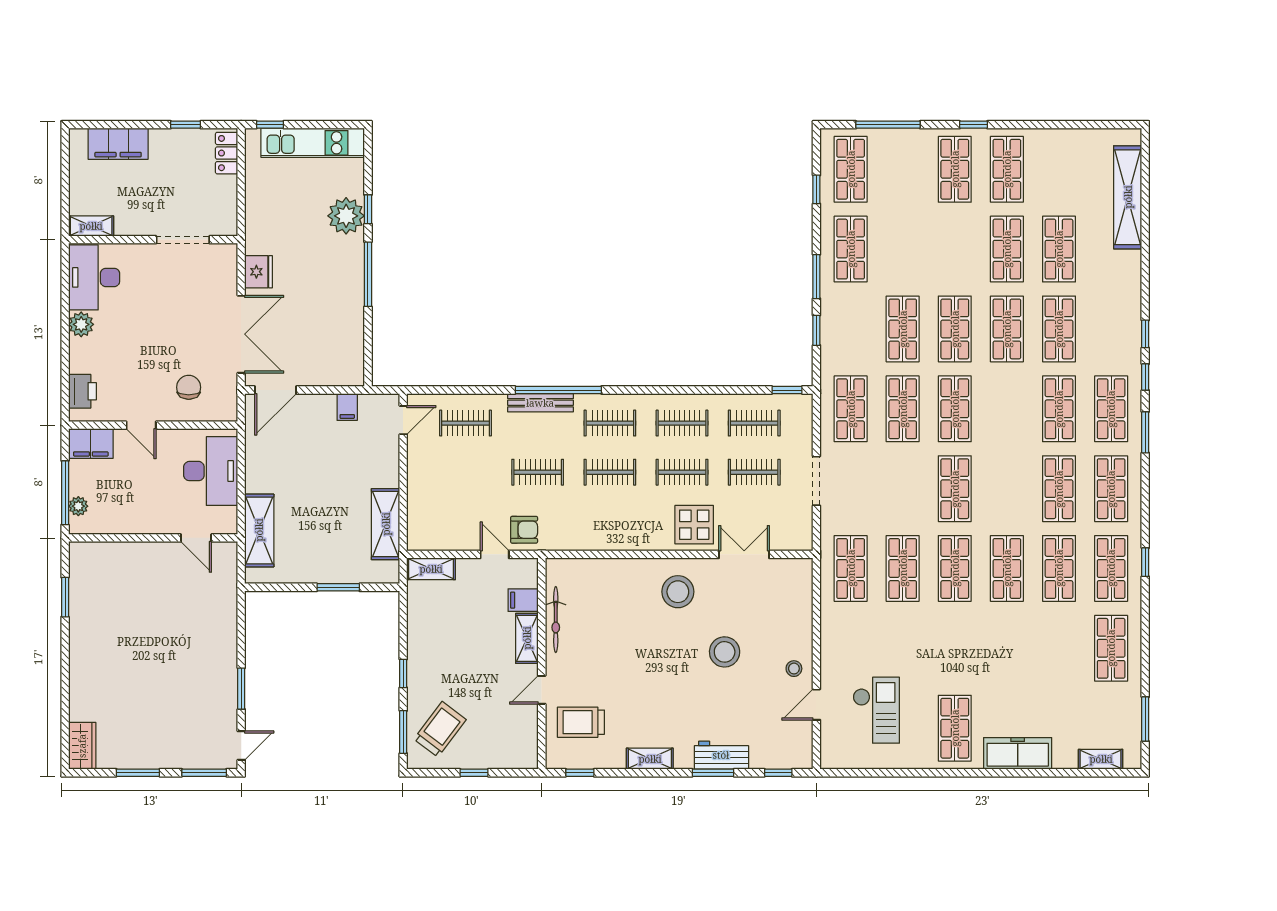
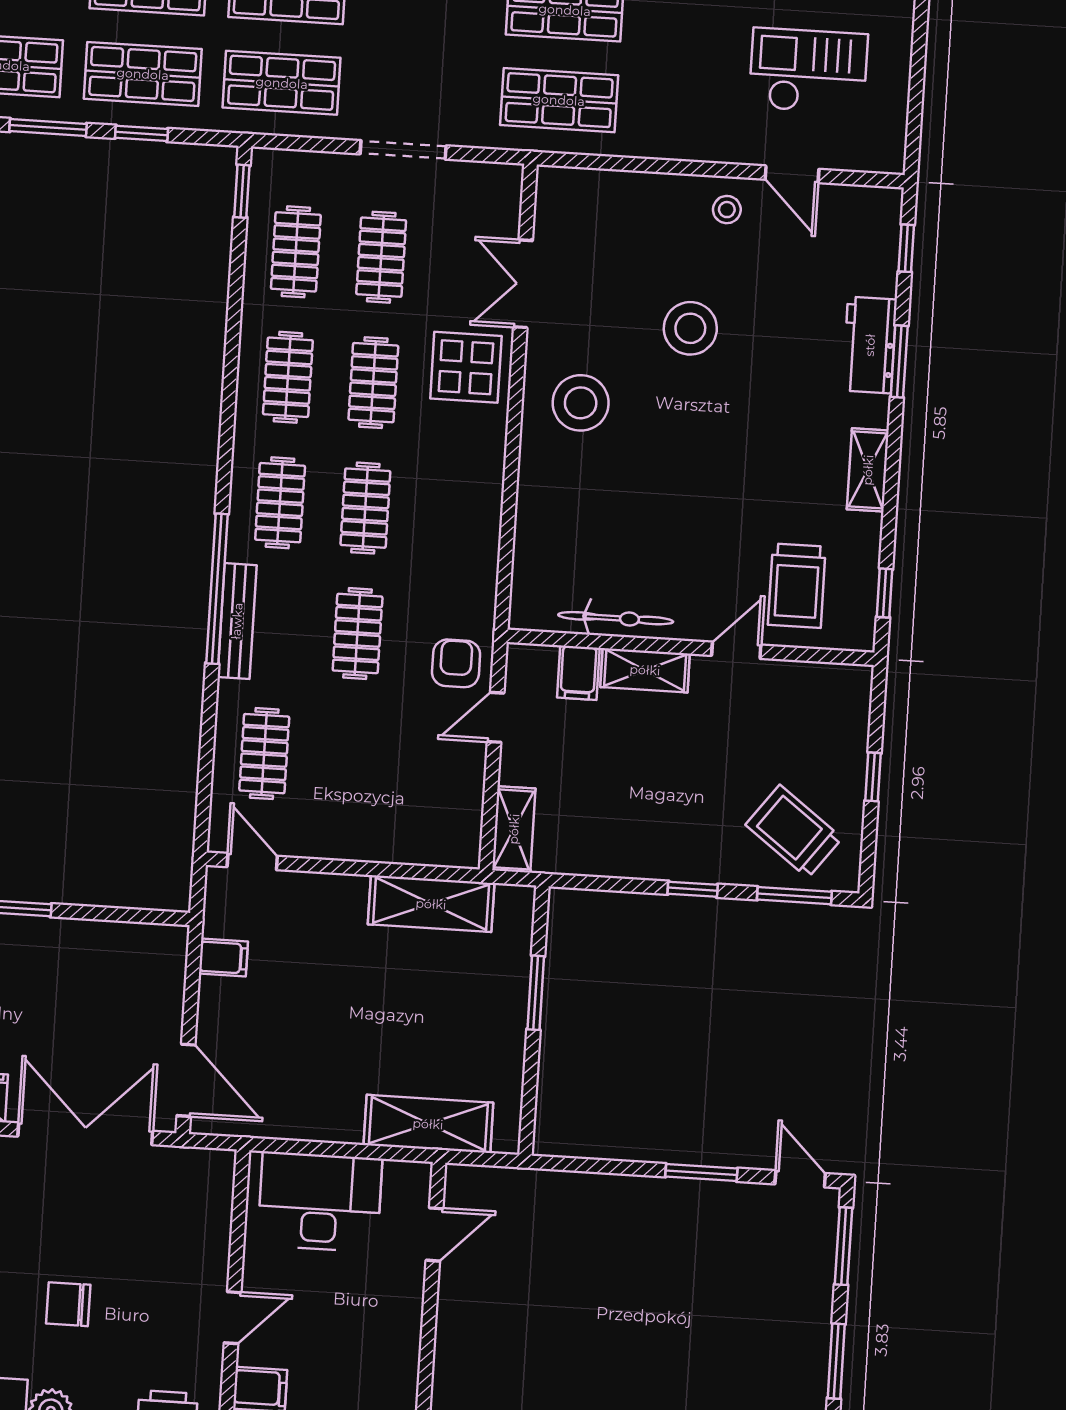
shop shelf: (851, 329) -> (143, 74), added
chair: (189, 387) -> (68, 1304), moved
door: (542, 690) -> (736, 650), swing flipped

